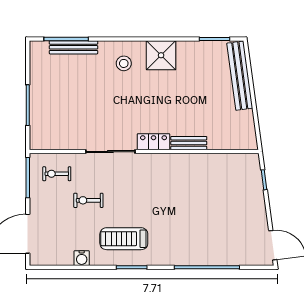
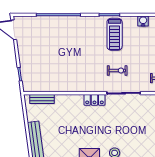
bench: (189, 143) -> (42, 99), moved
exercise bike: (88, 200) -> (117, 70), moved
treadmill: (124, 239) -> (115, 34), turned 90

